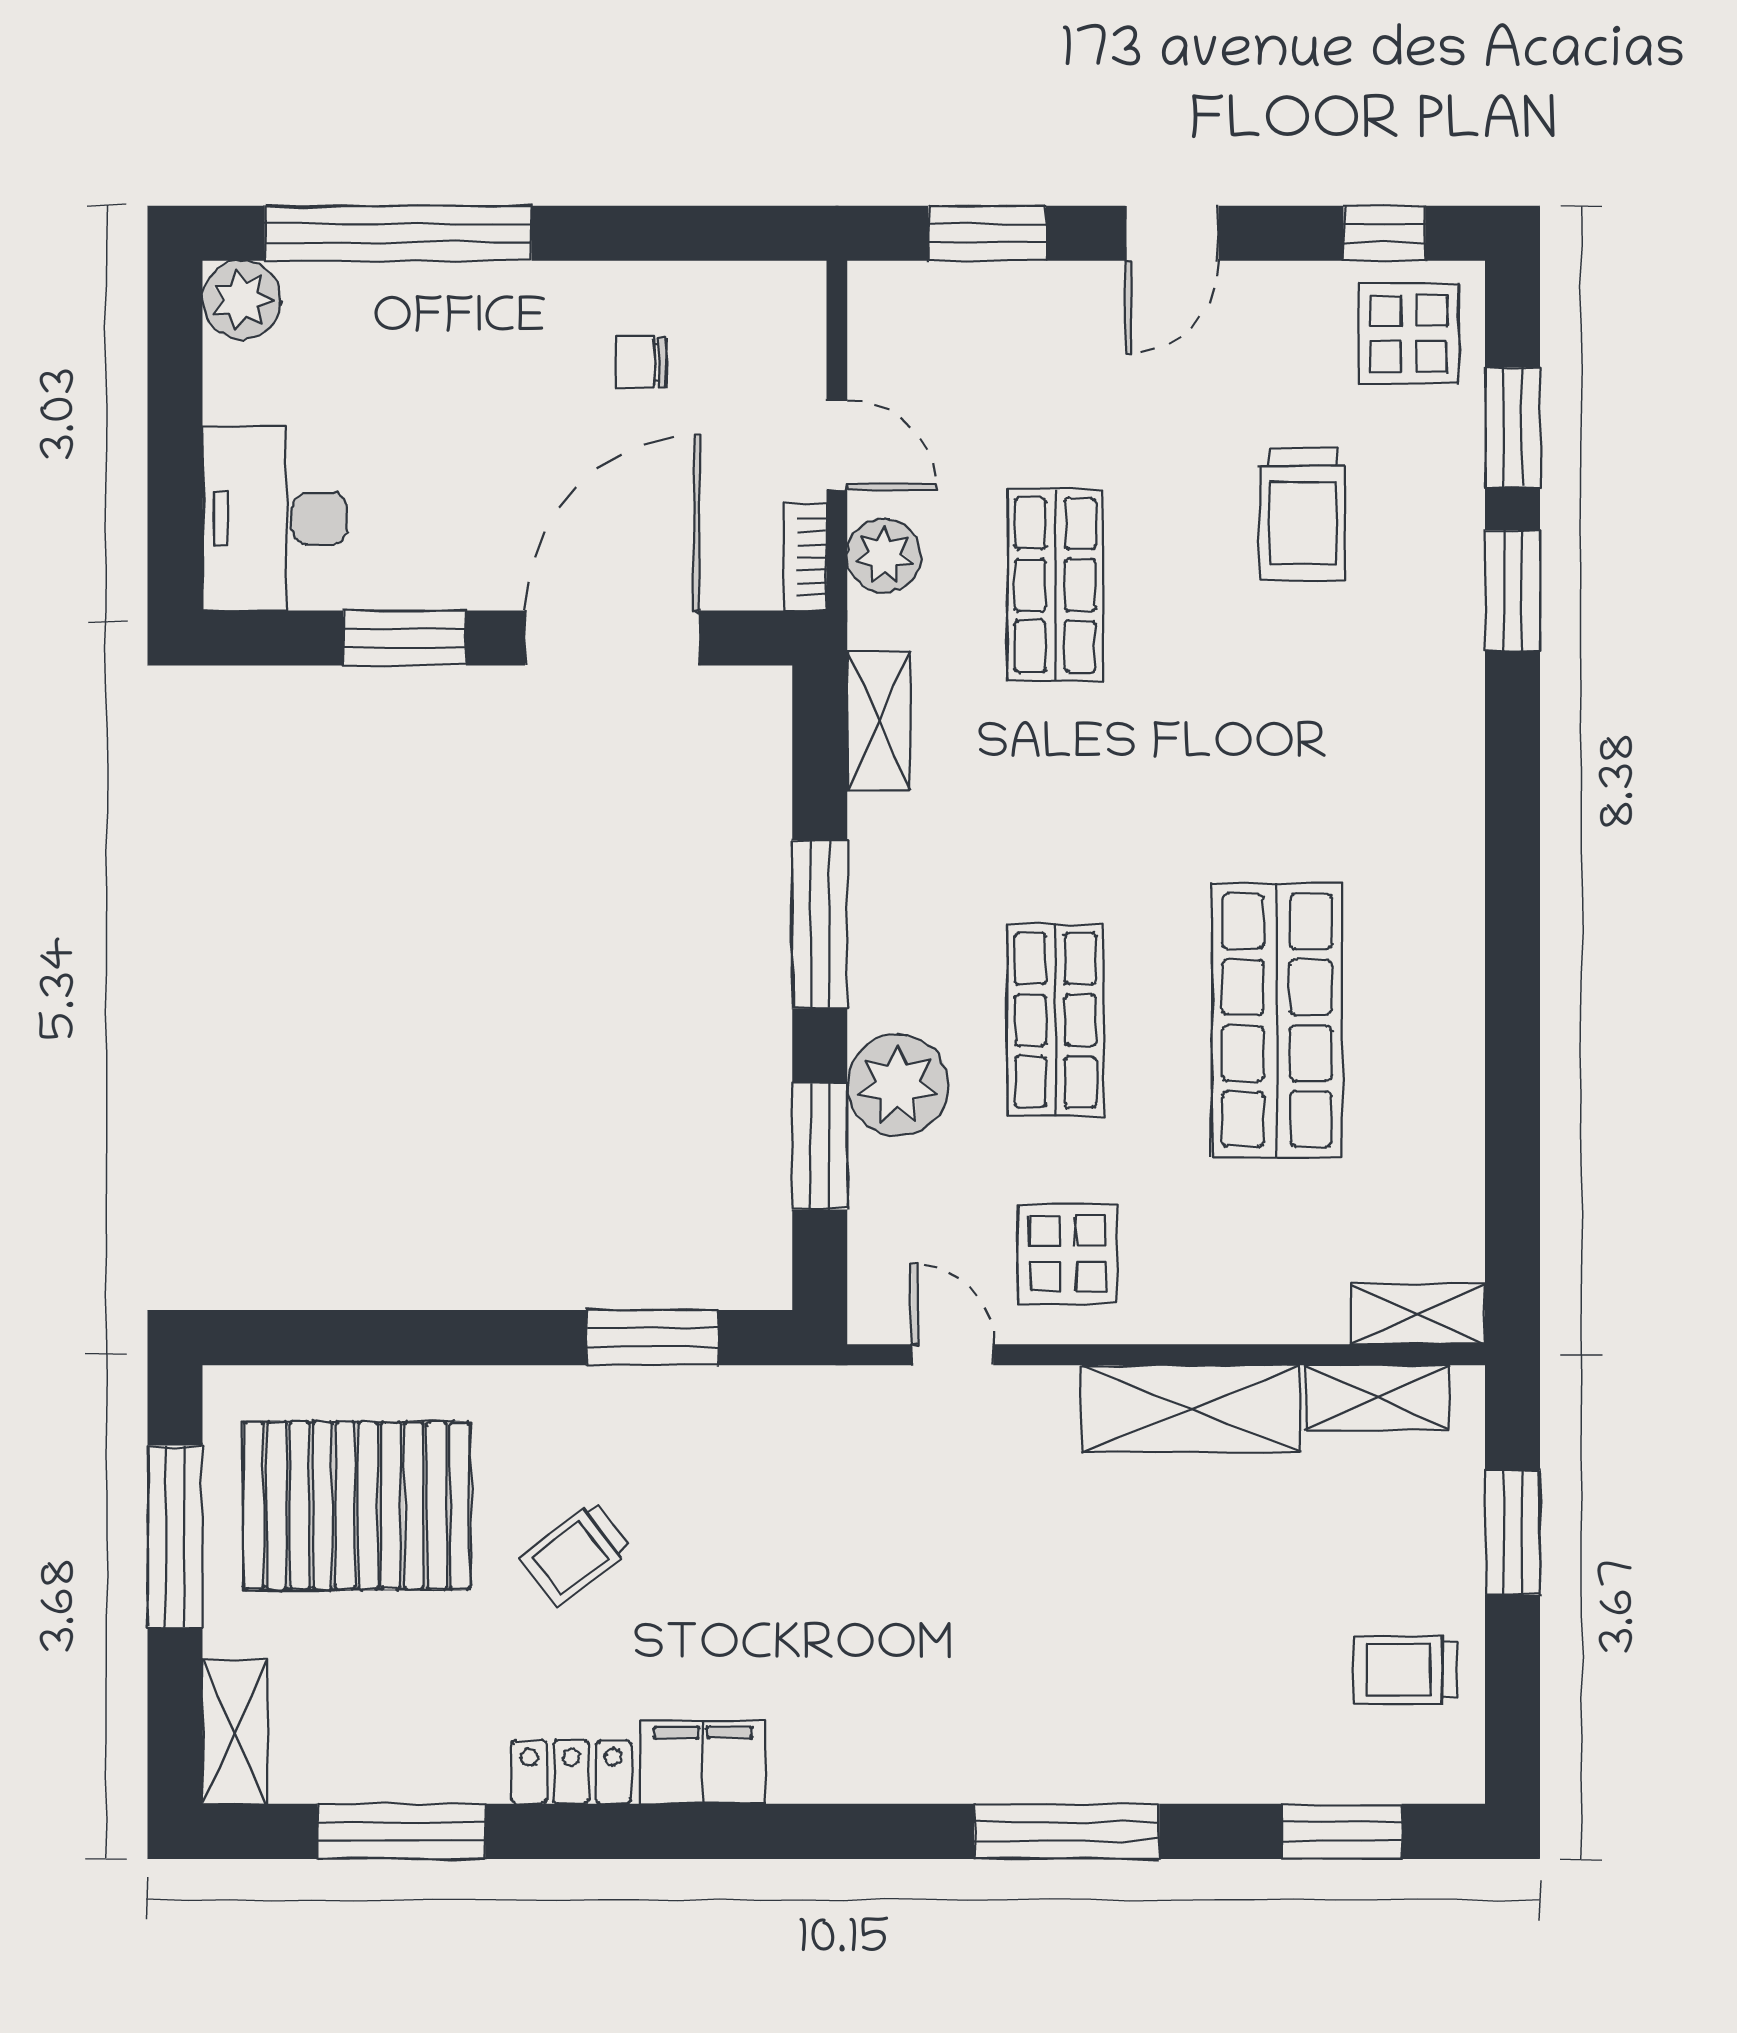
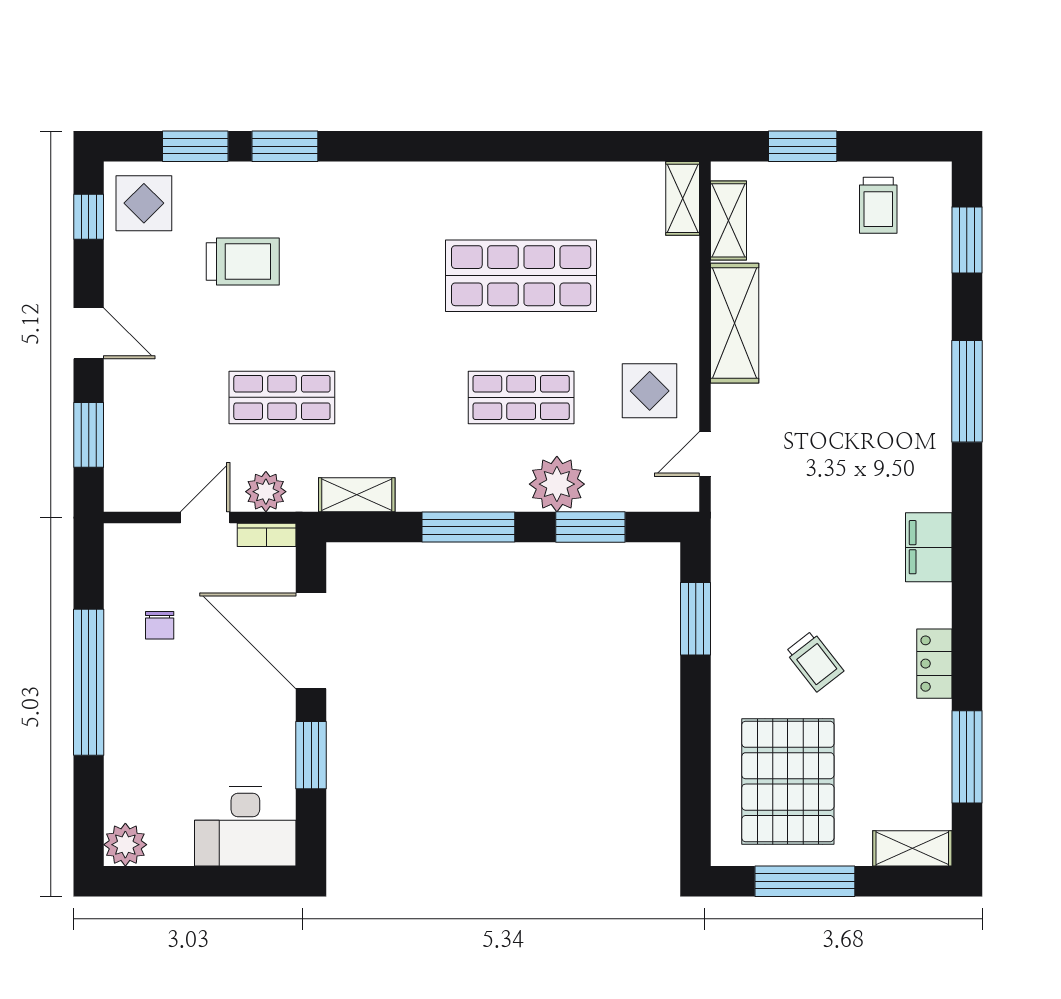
window: (398, 233) -> (89, 682), moved
filing cabinet: (703, 1762) -> (929, 547), moved

